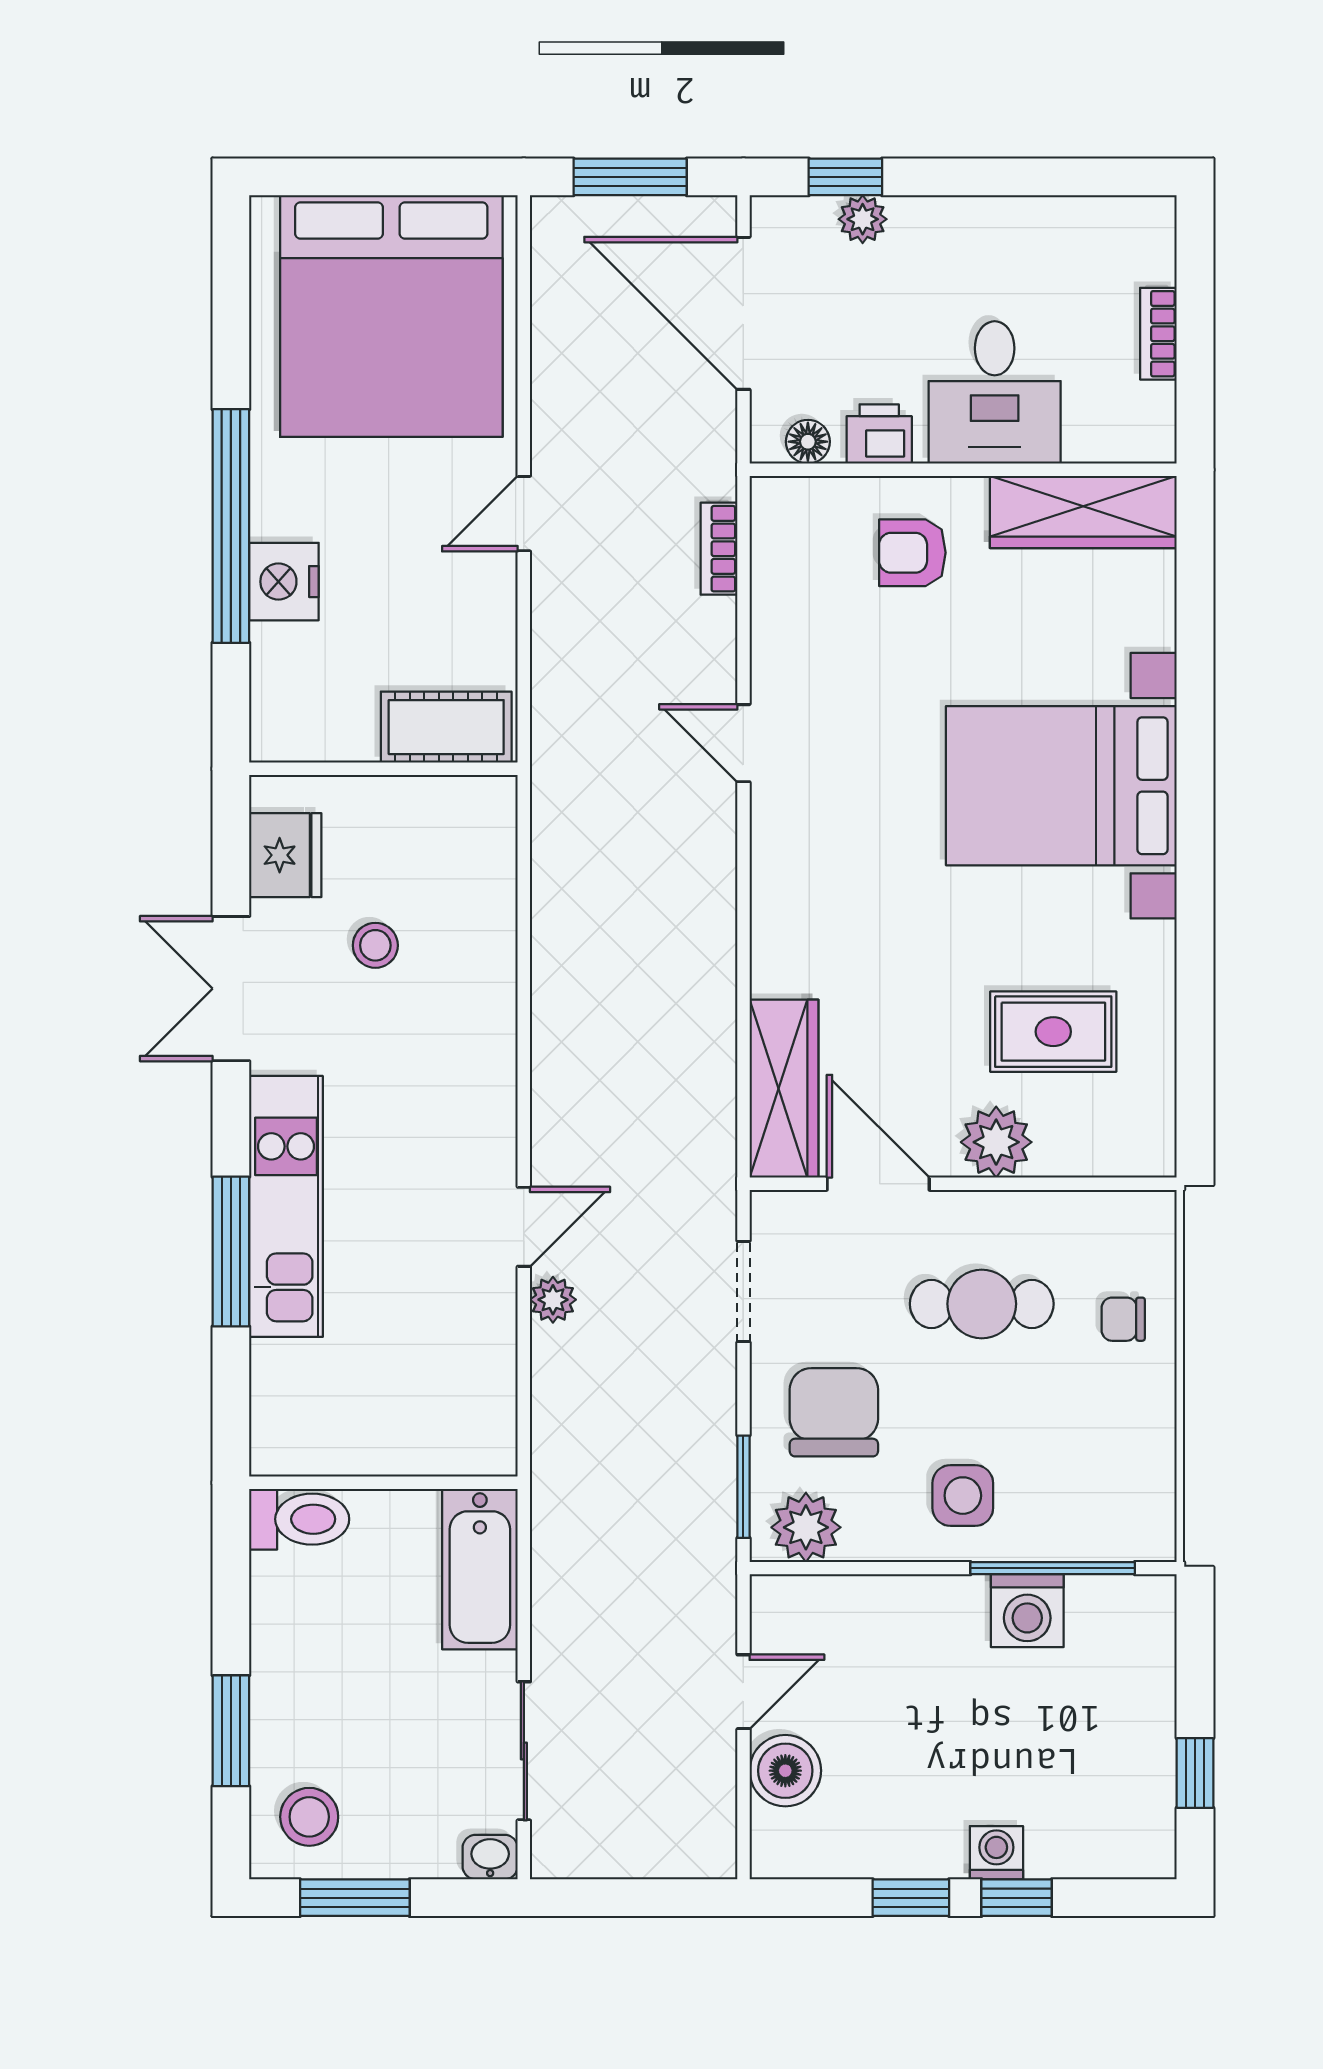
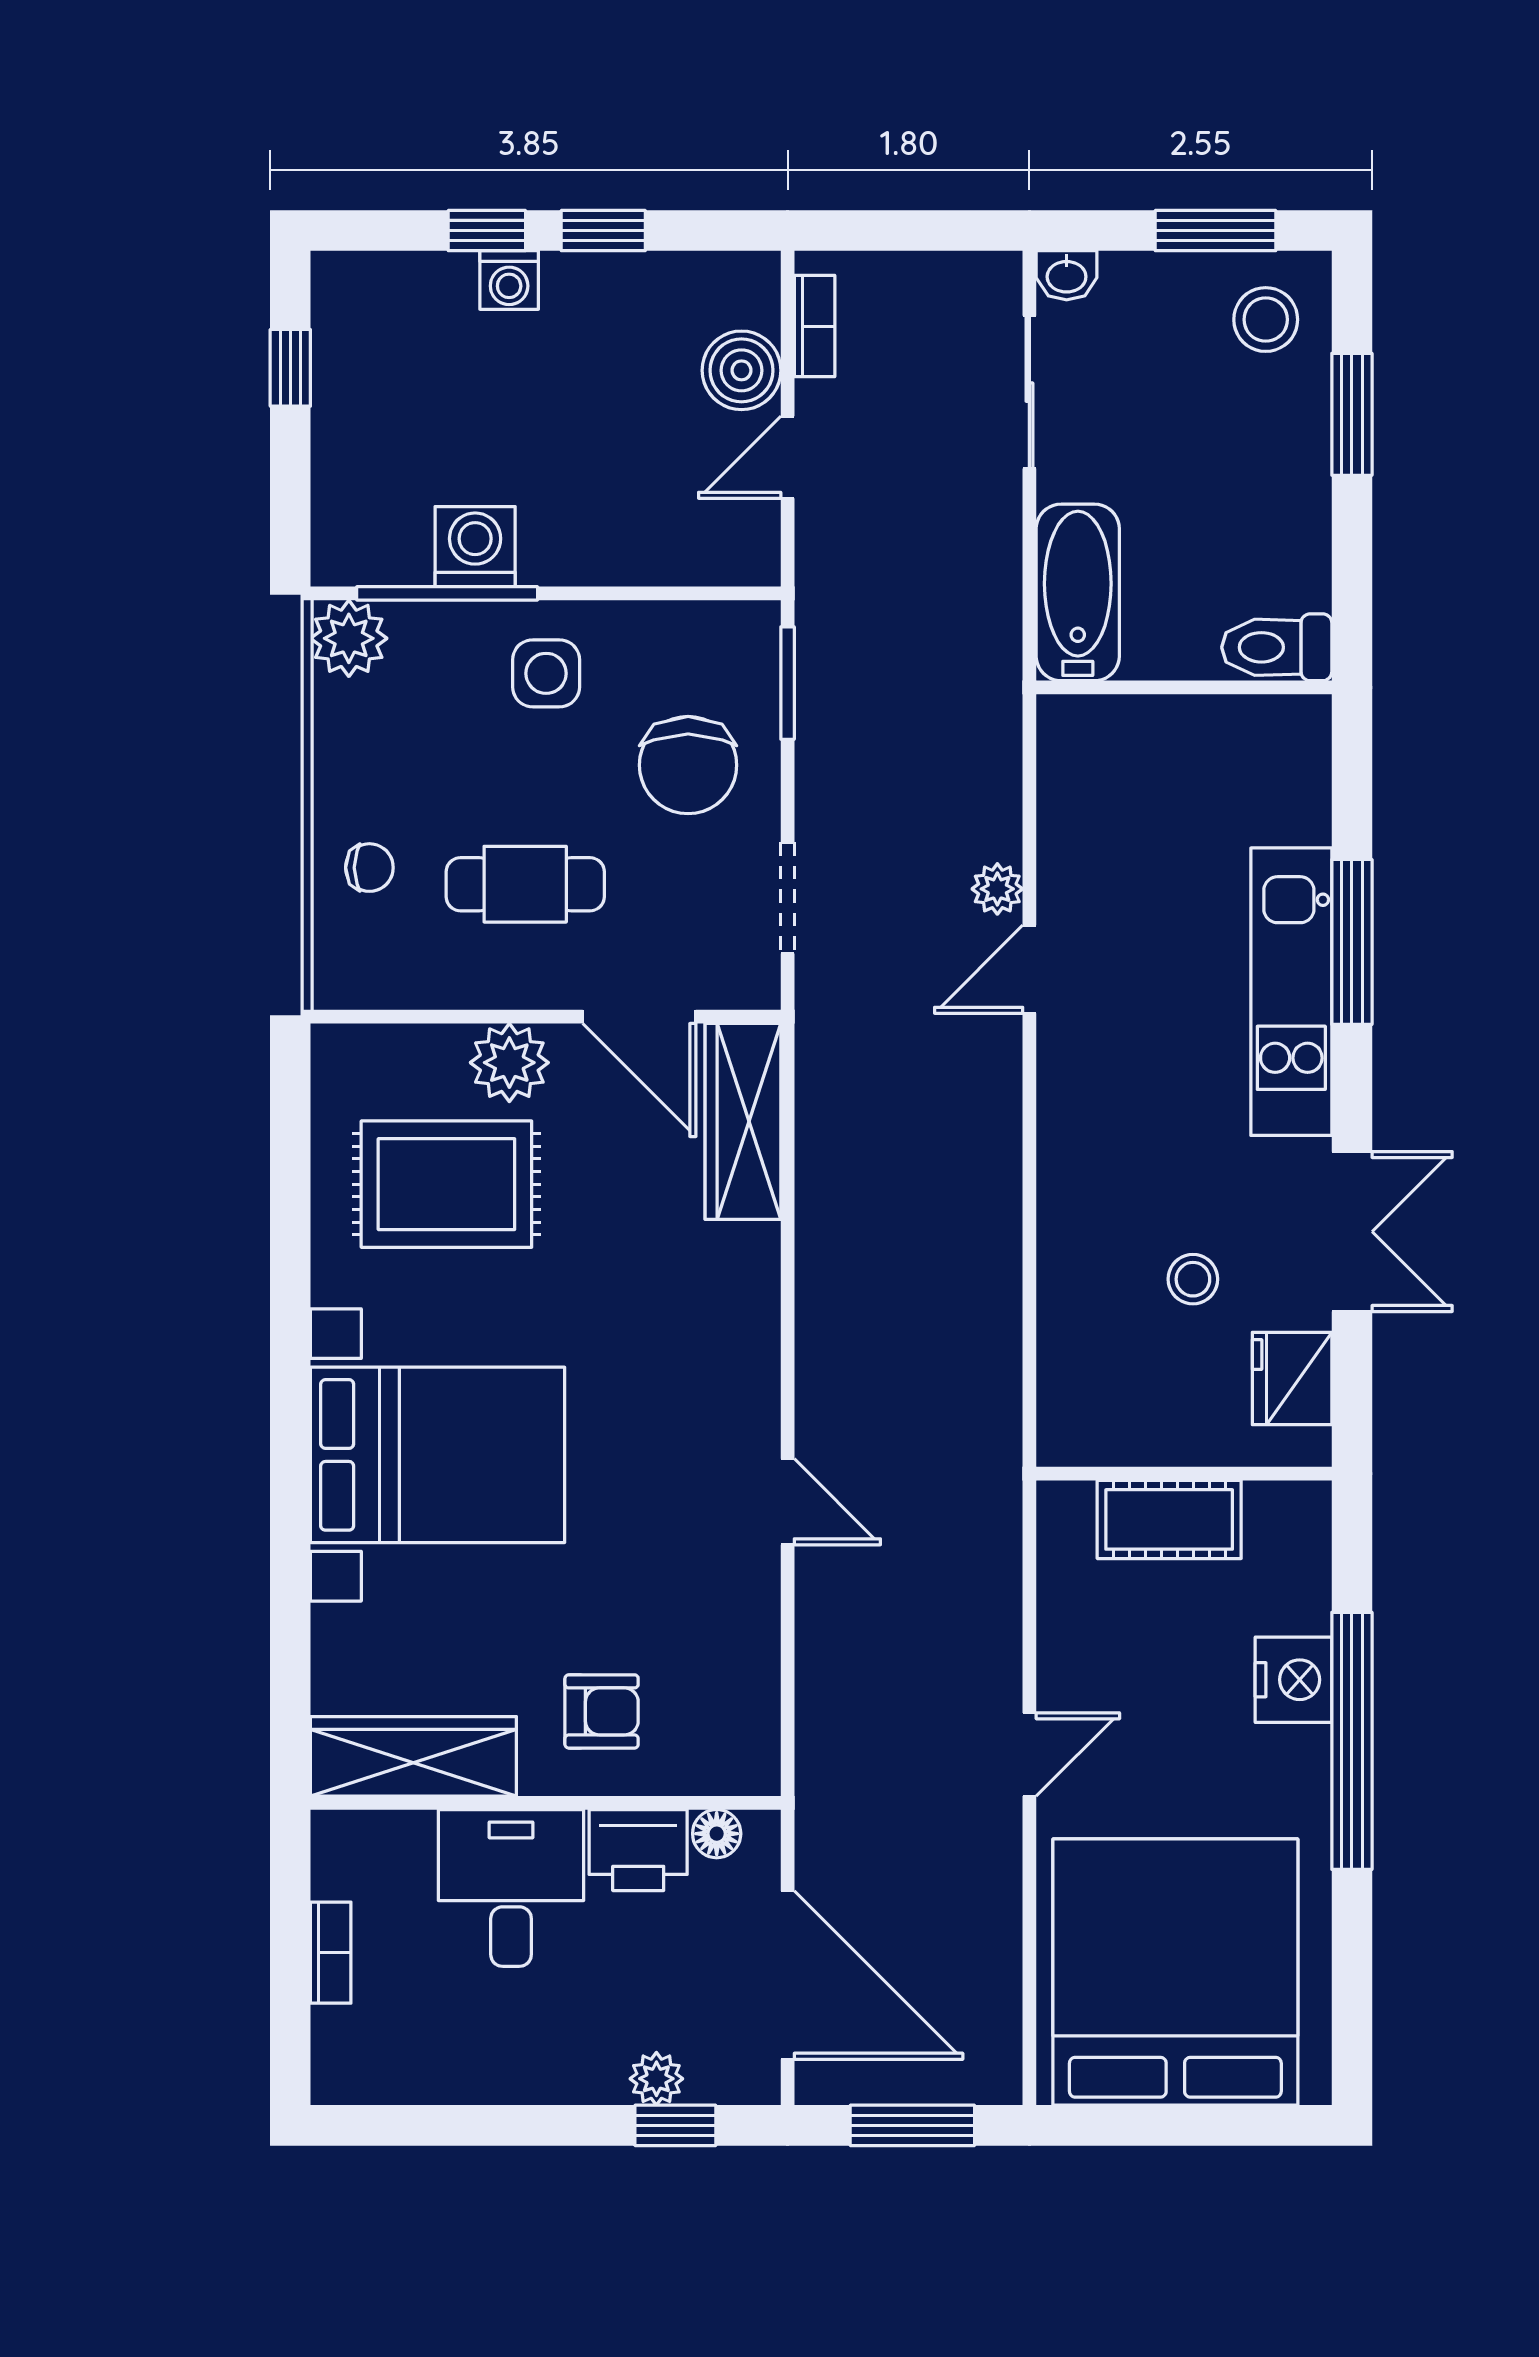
printer: (879, 434) -> (638, 1850), width x1.36, depth x1.24
bookcase: (719, 549) -> (815, 326), moved
cot: (446, 727) -> (1169, 1519), moved
rug: (1053, 1032) -> (446, 1184), width x1.36, depth x1.43
plant: (806, 1527) -> (349, 638), moved

